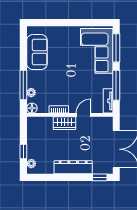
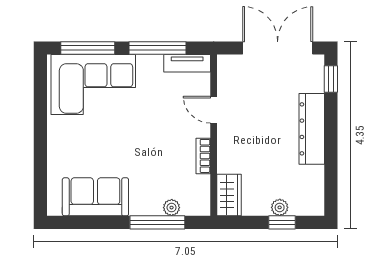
floor lamp: (32, 108) -> (201, 206), removed
wardrobe: (65, 123) -> (229, 195), moved
plant: (31, 164) -> (280, 207), moved

